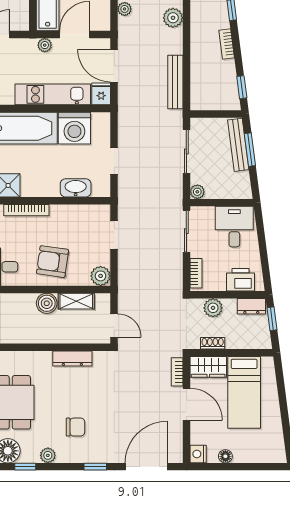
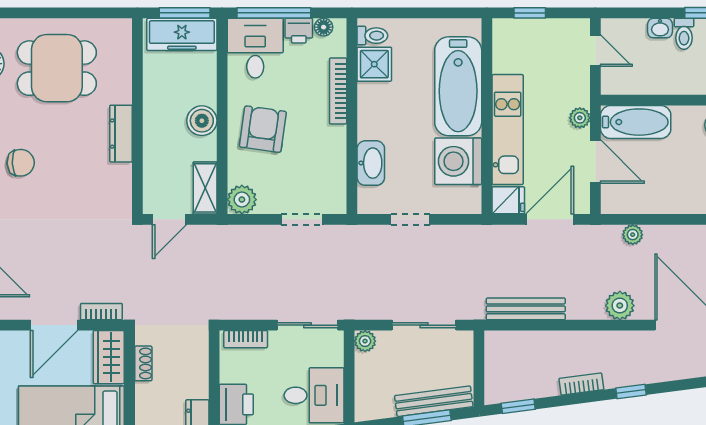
shelving: (76, 301) -> (205, 188), moved
plant: (213, 308) -> (195, 364), removed
dresser: (72, 359) -> (121, 134), moved
chair: (75, 427) -> (21, 163), turned -93

